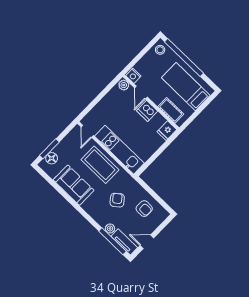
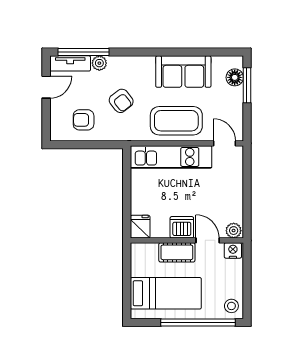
cot: (171, 110) -> (177, 252), moved

